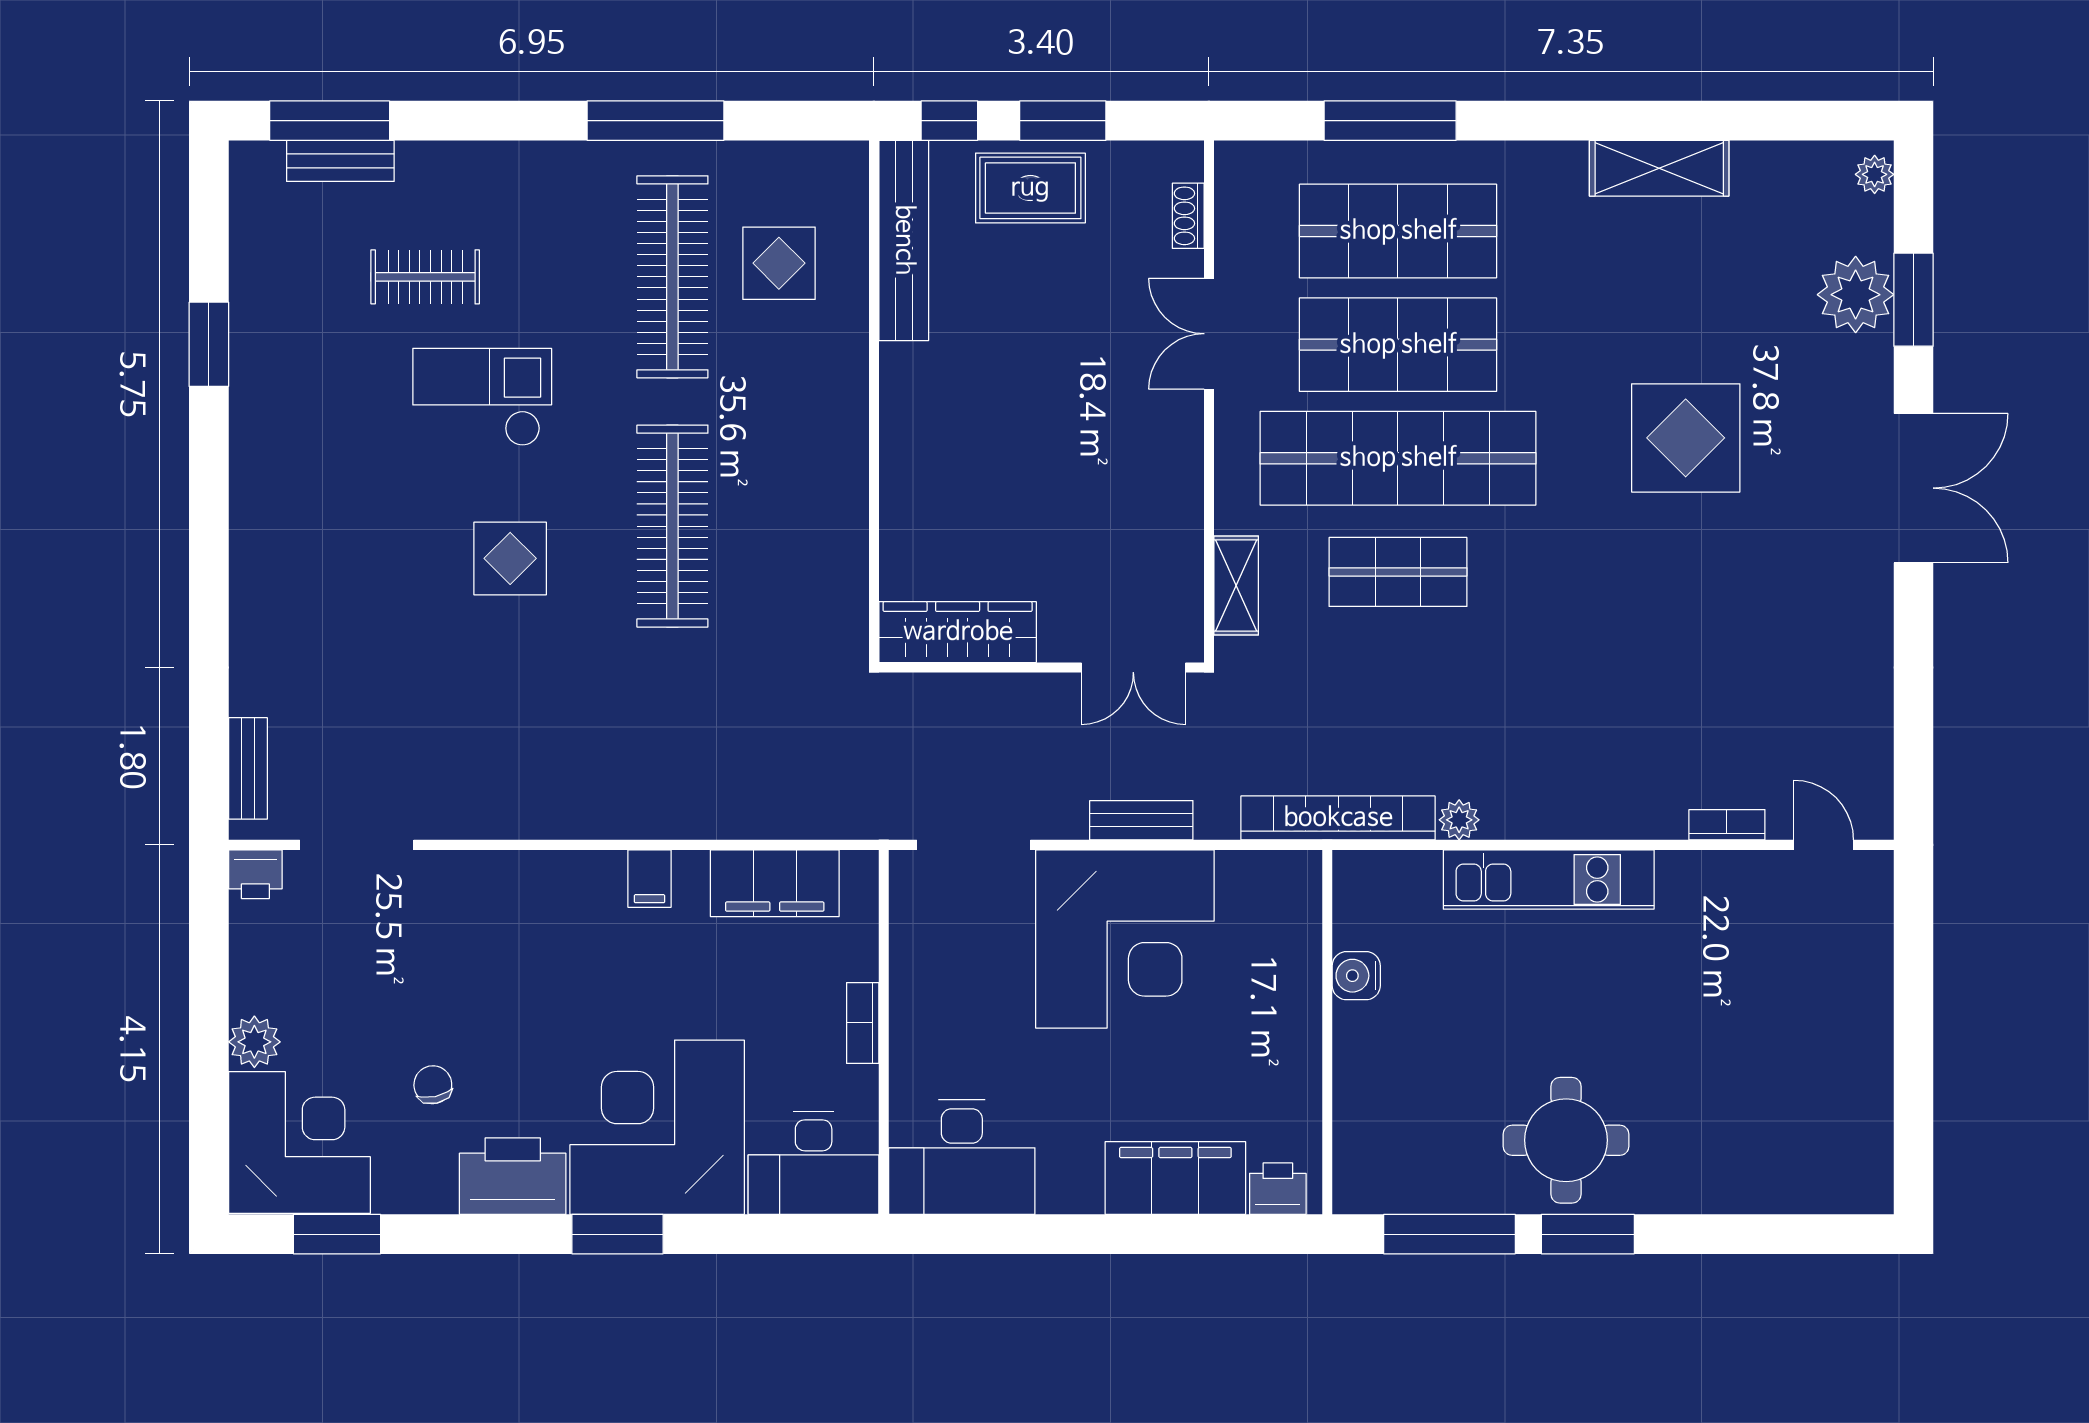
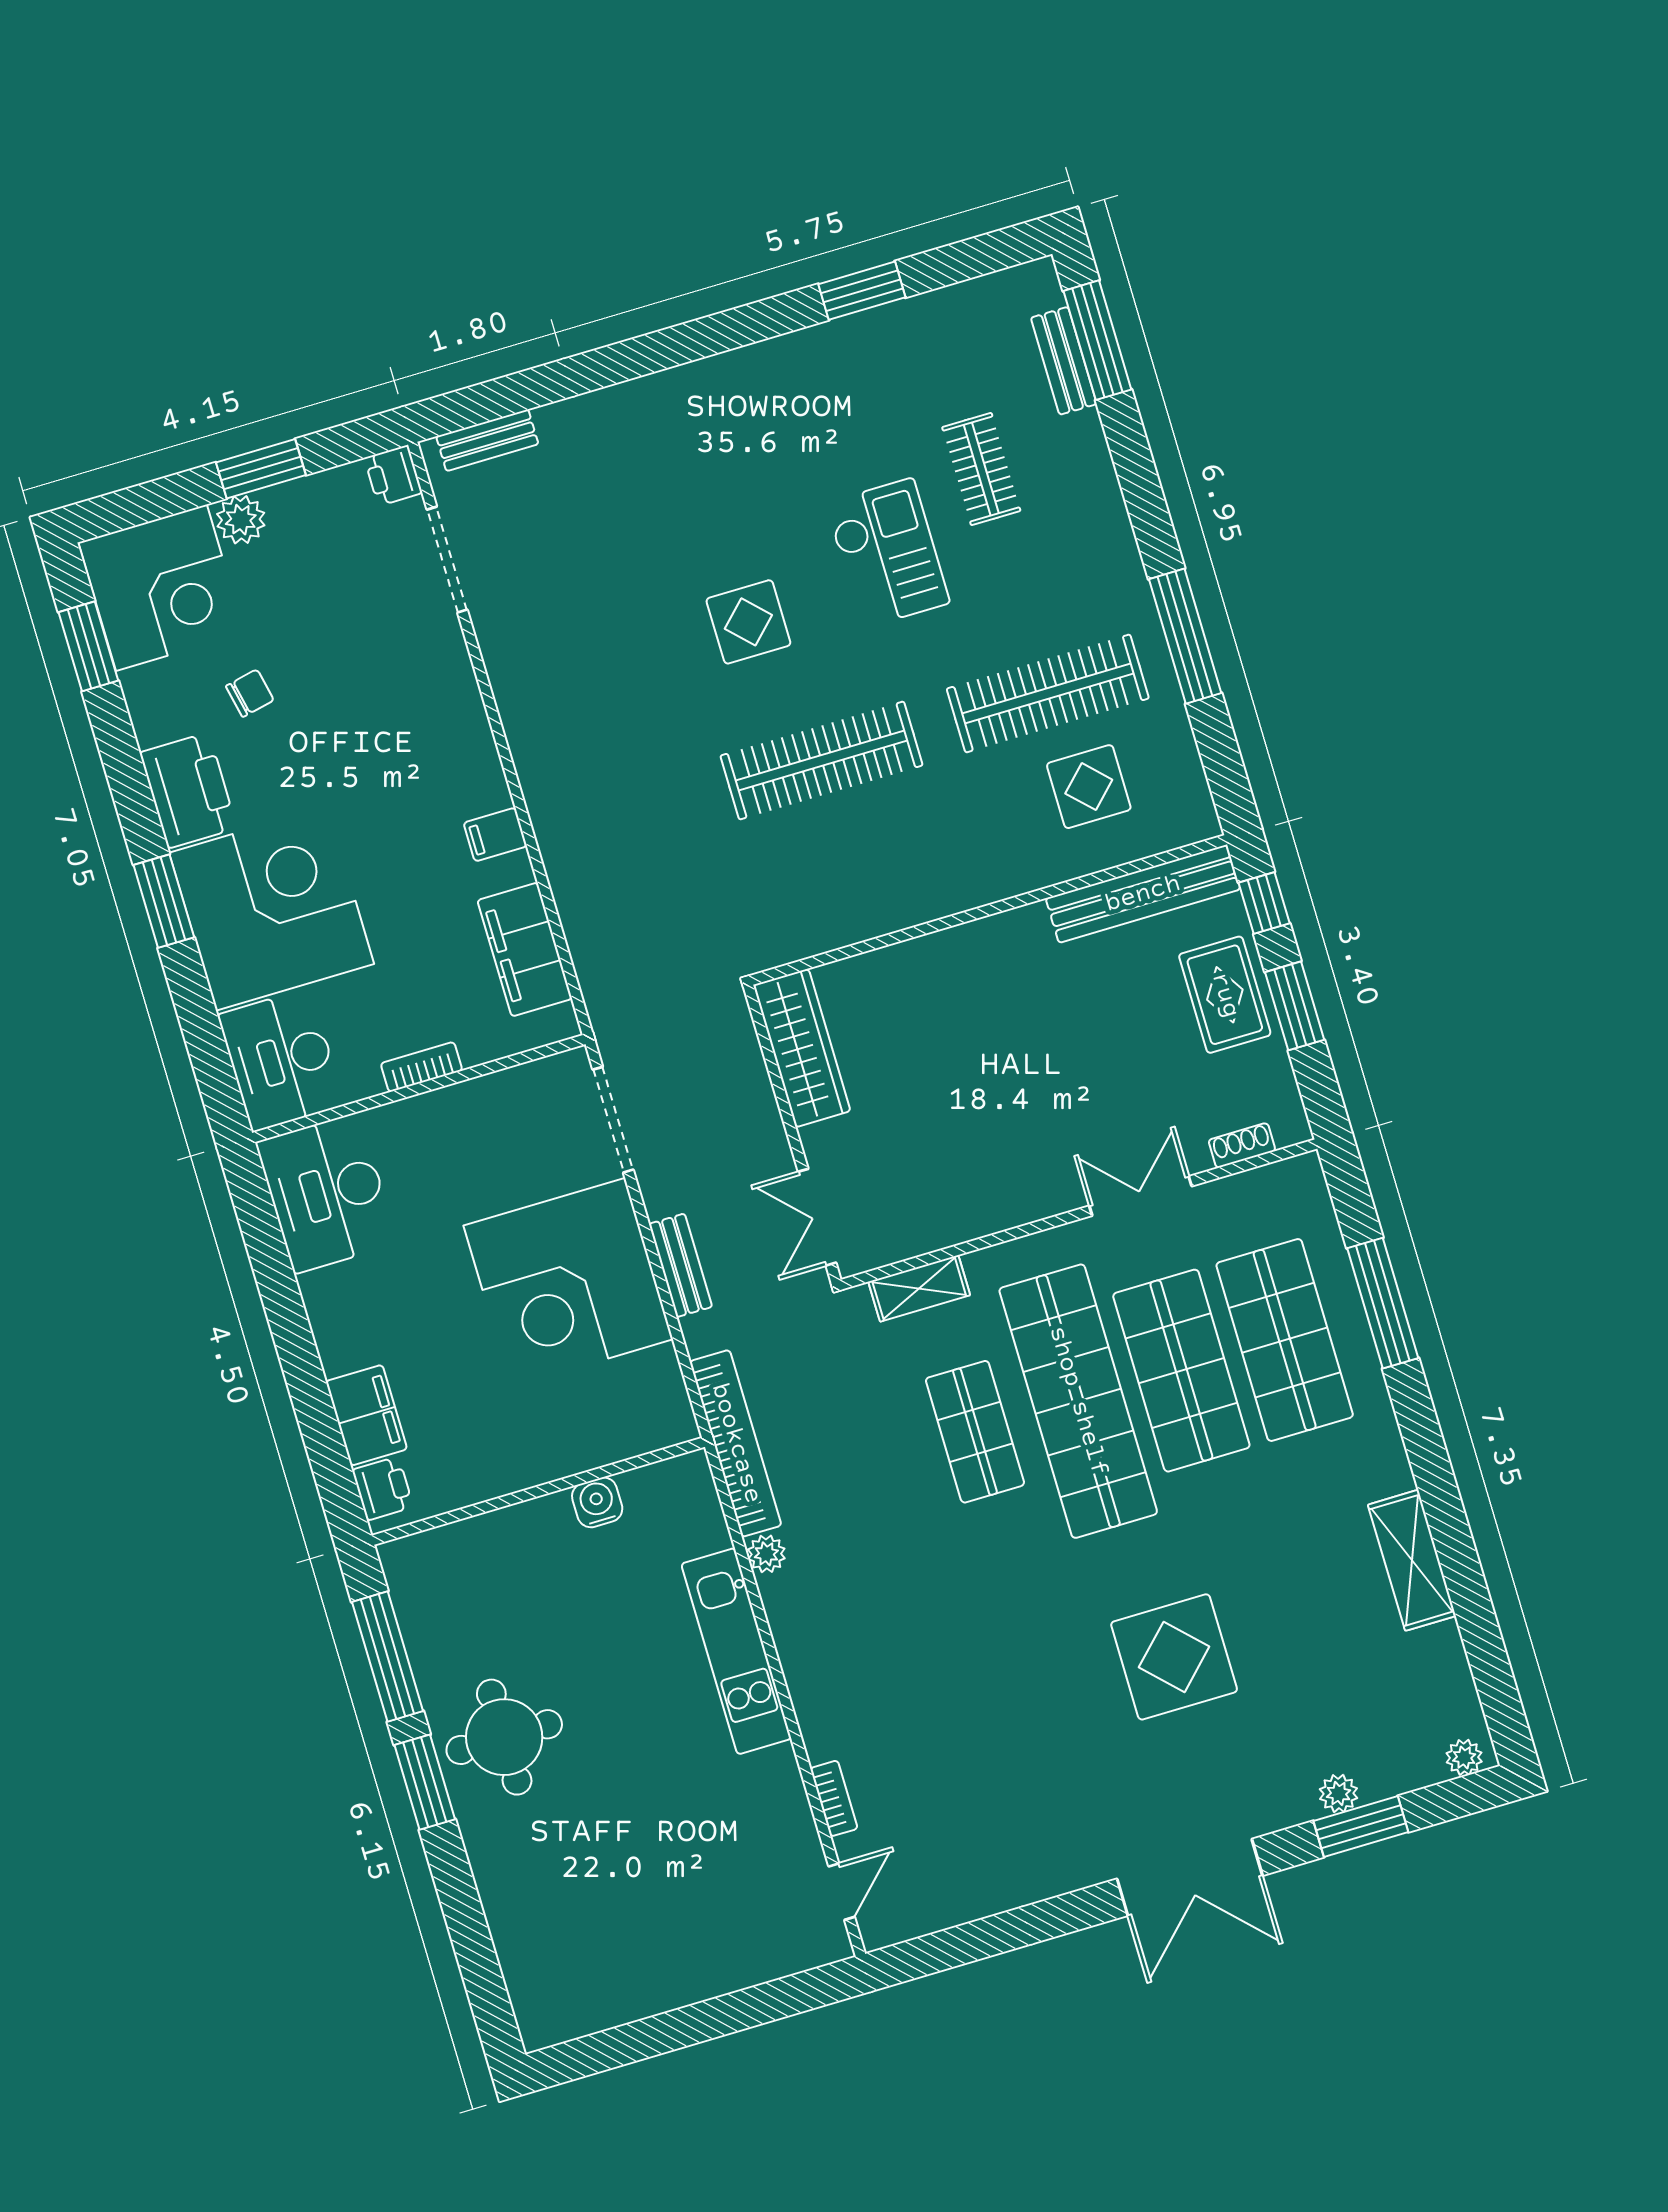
plant: (1856, 295) -> (1339, 1794), width x0.53, depth x0.53
window: (209, 1006) -> (261, 469), added
filing cabinet: (1175, 1178) -> (366, 1415), width x0.67, depth x0.86

